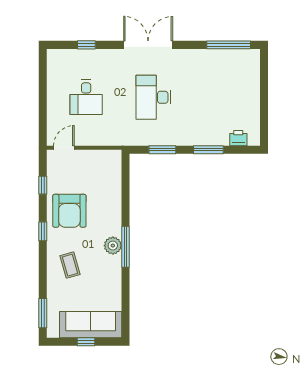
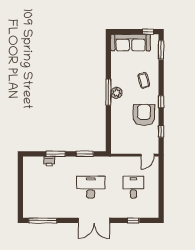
desk: (153, 97) -> (91, 187), turned -90
printer: (238, 138) -> (49, 161), moved
window: (86, 342) -> (148, 32), moved

